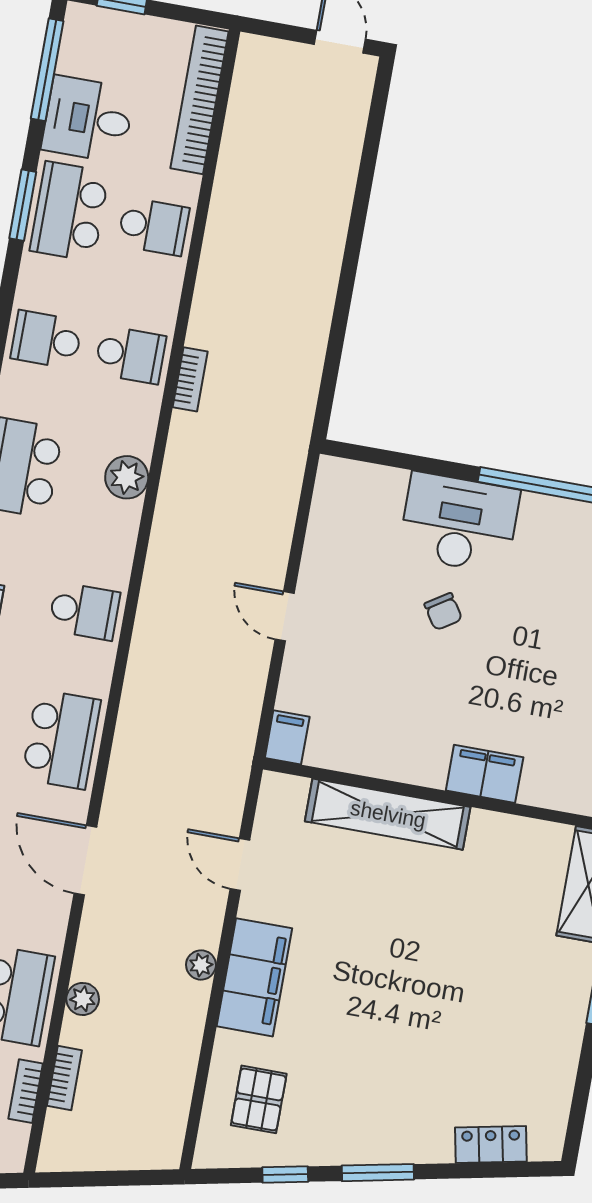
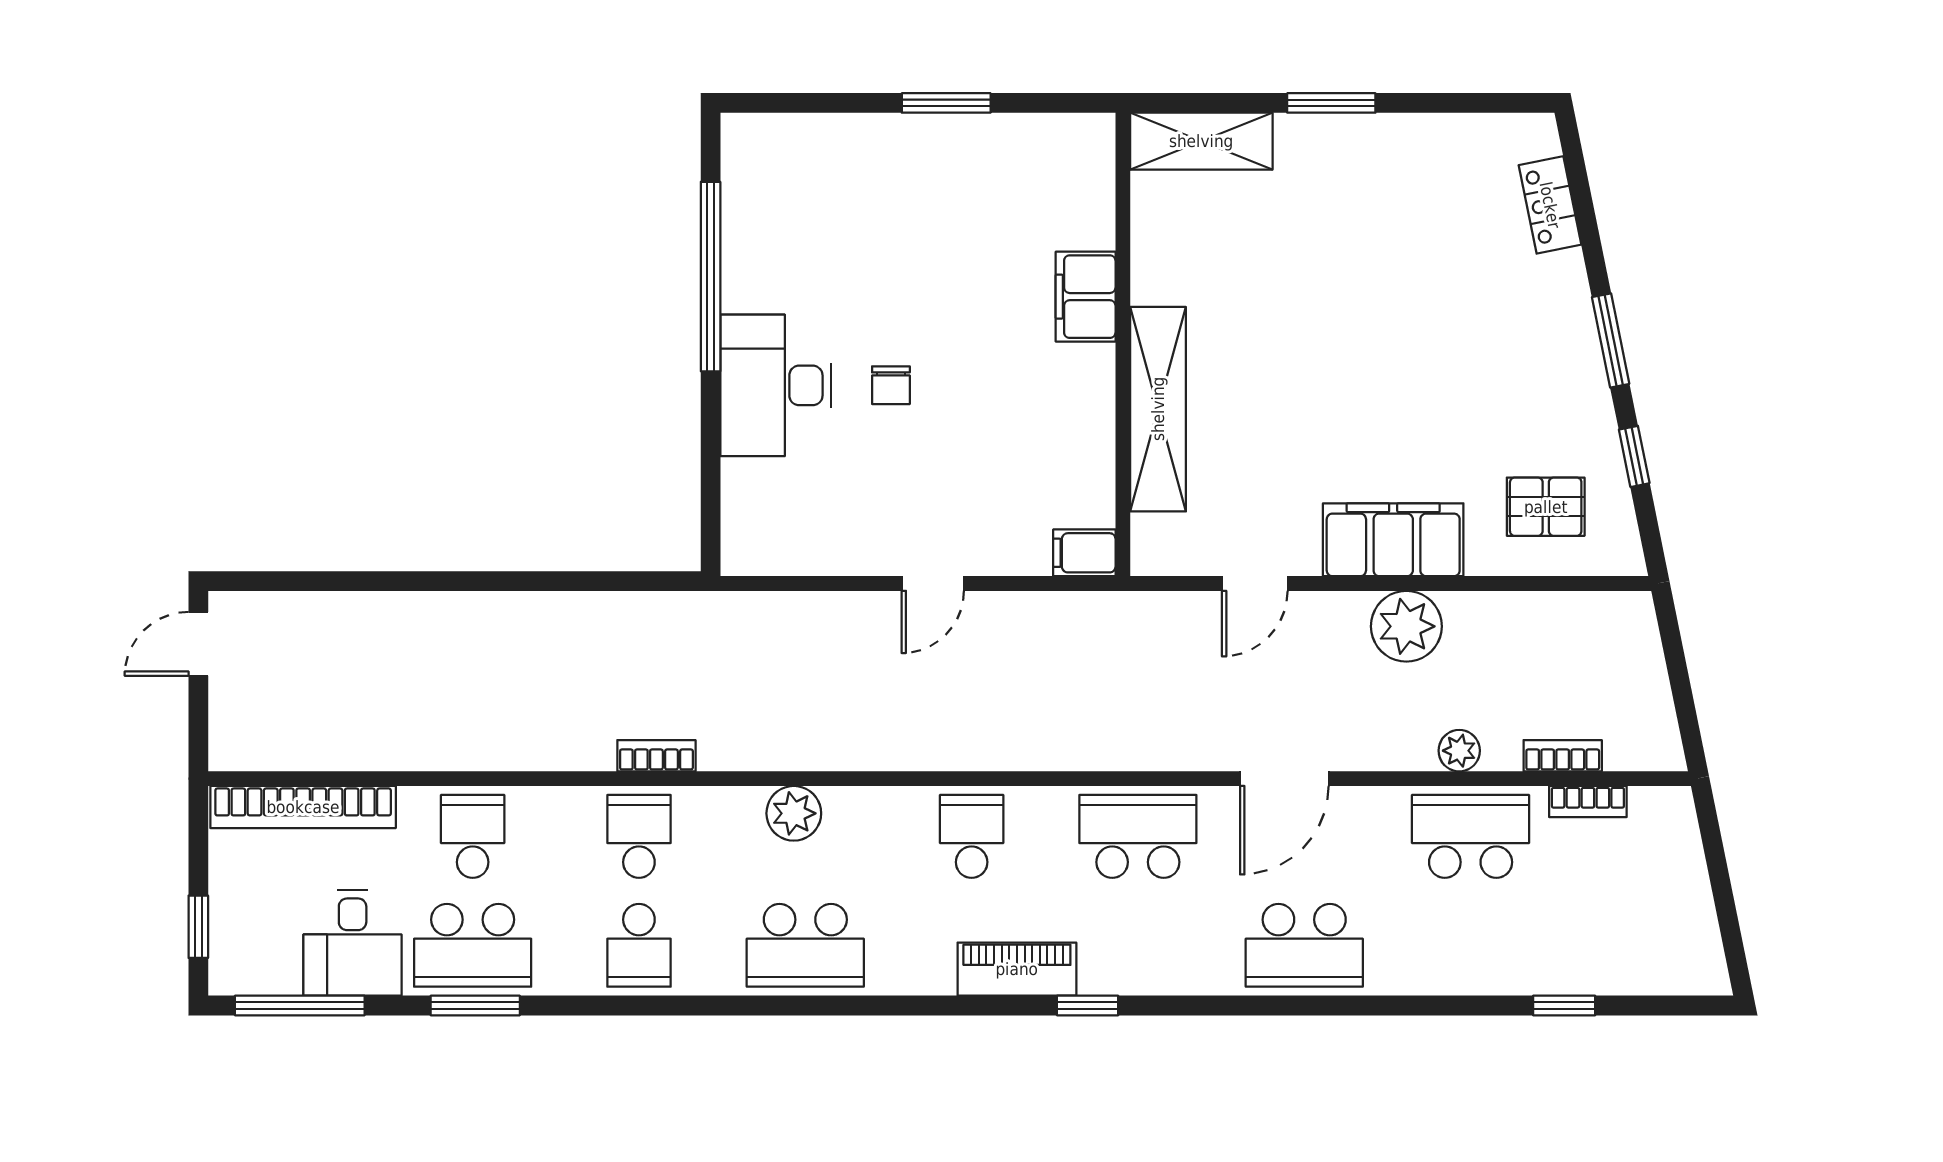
chair: (443, 612) -> (891, 385), turned 123
plant: (201, 965) -> (1406, 626), width x1.87, depth x1.87

